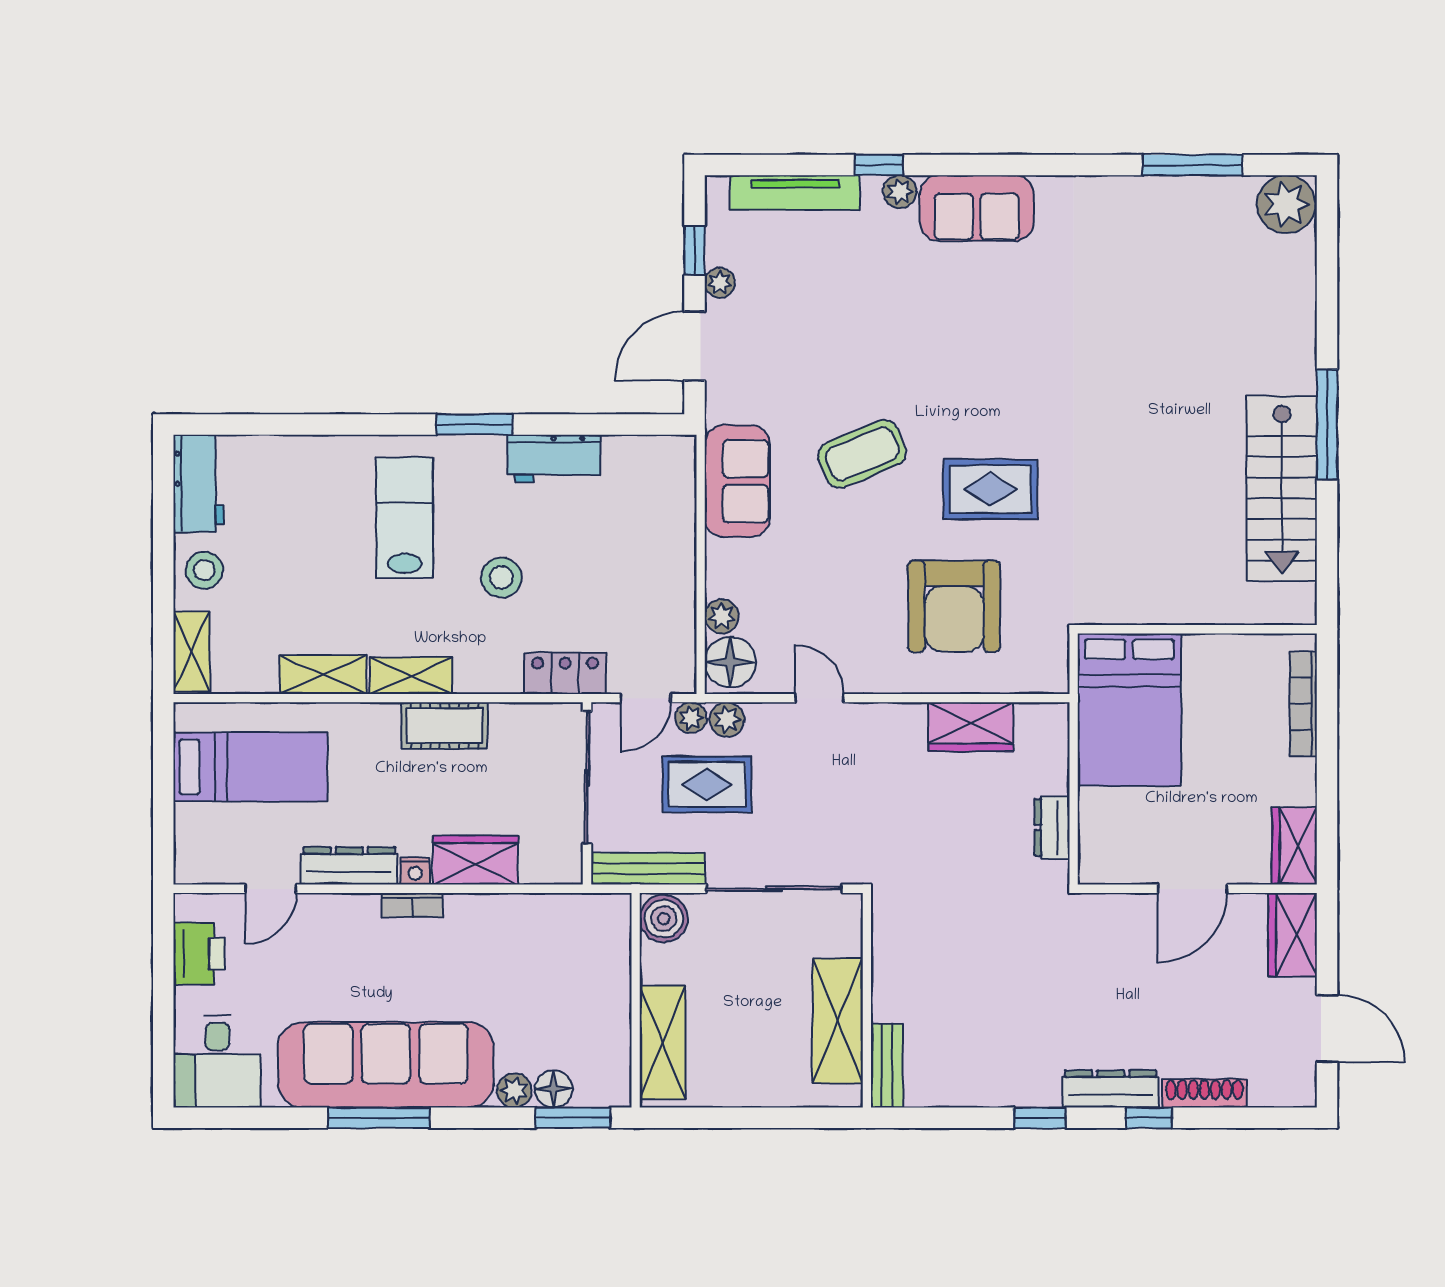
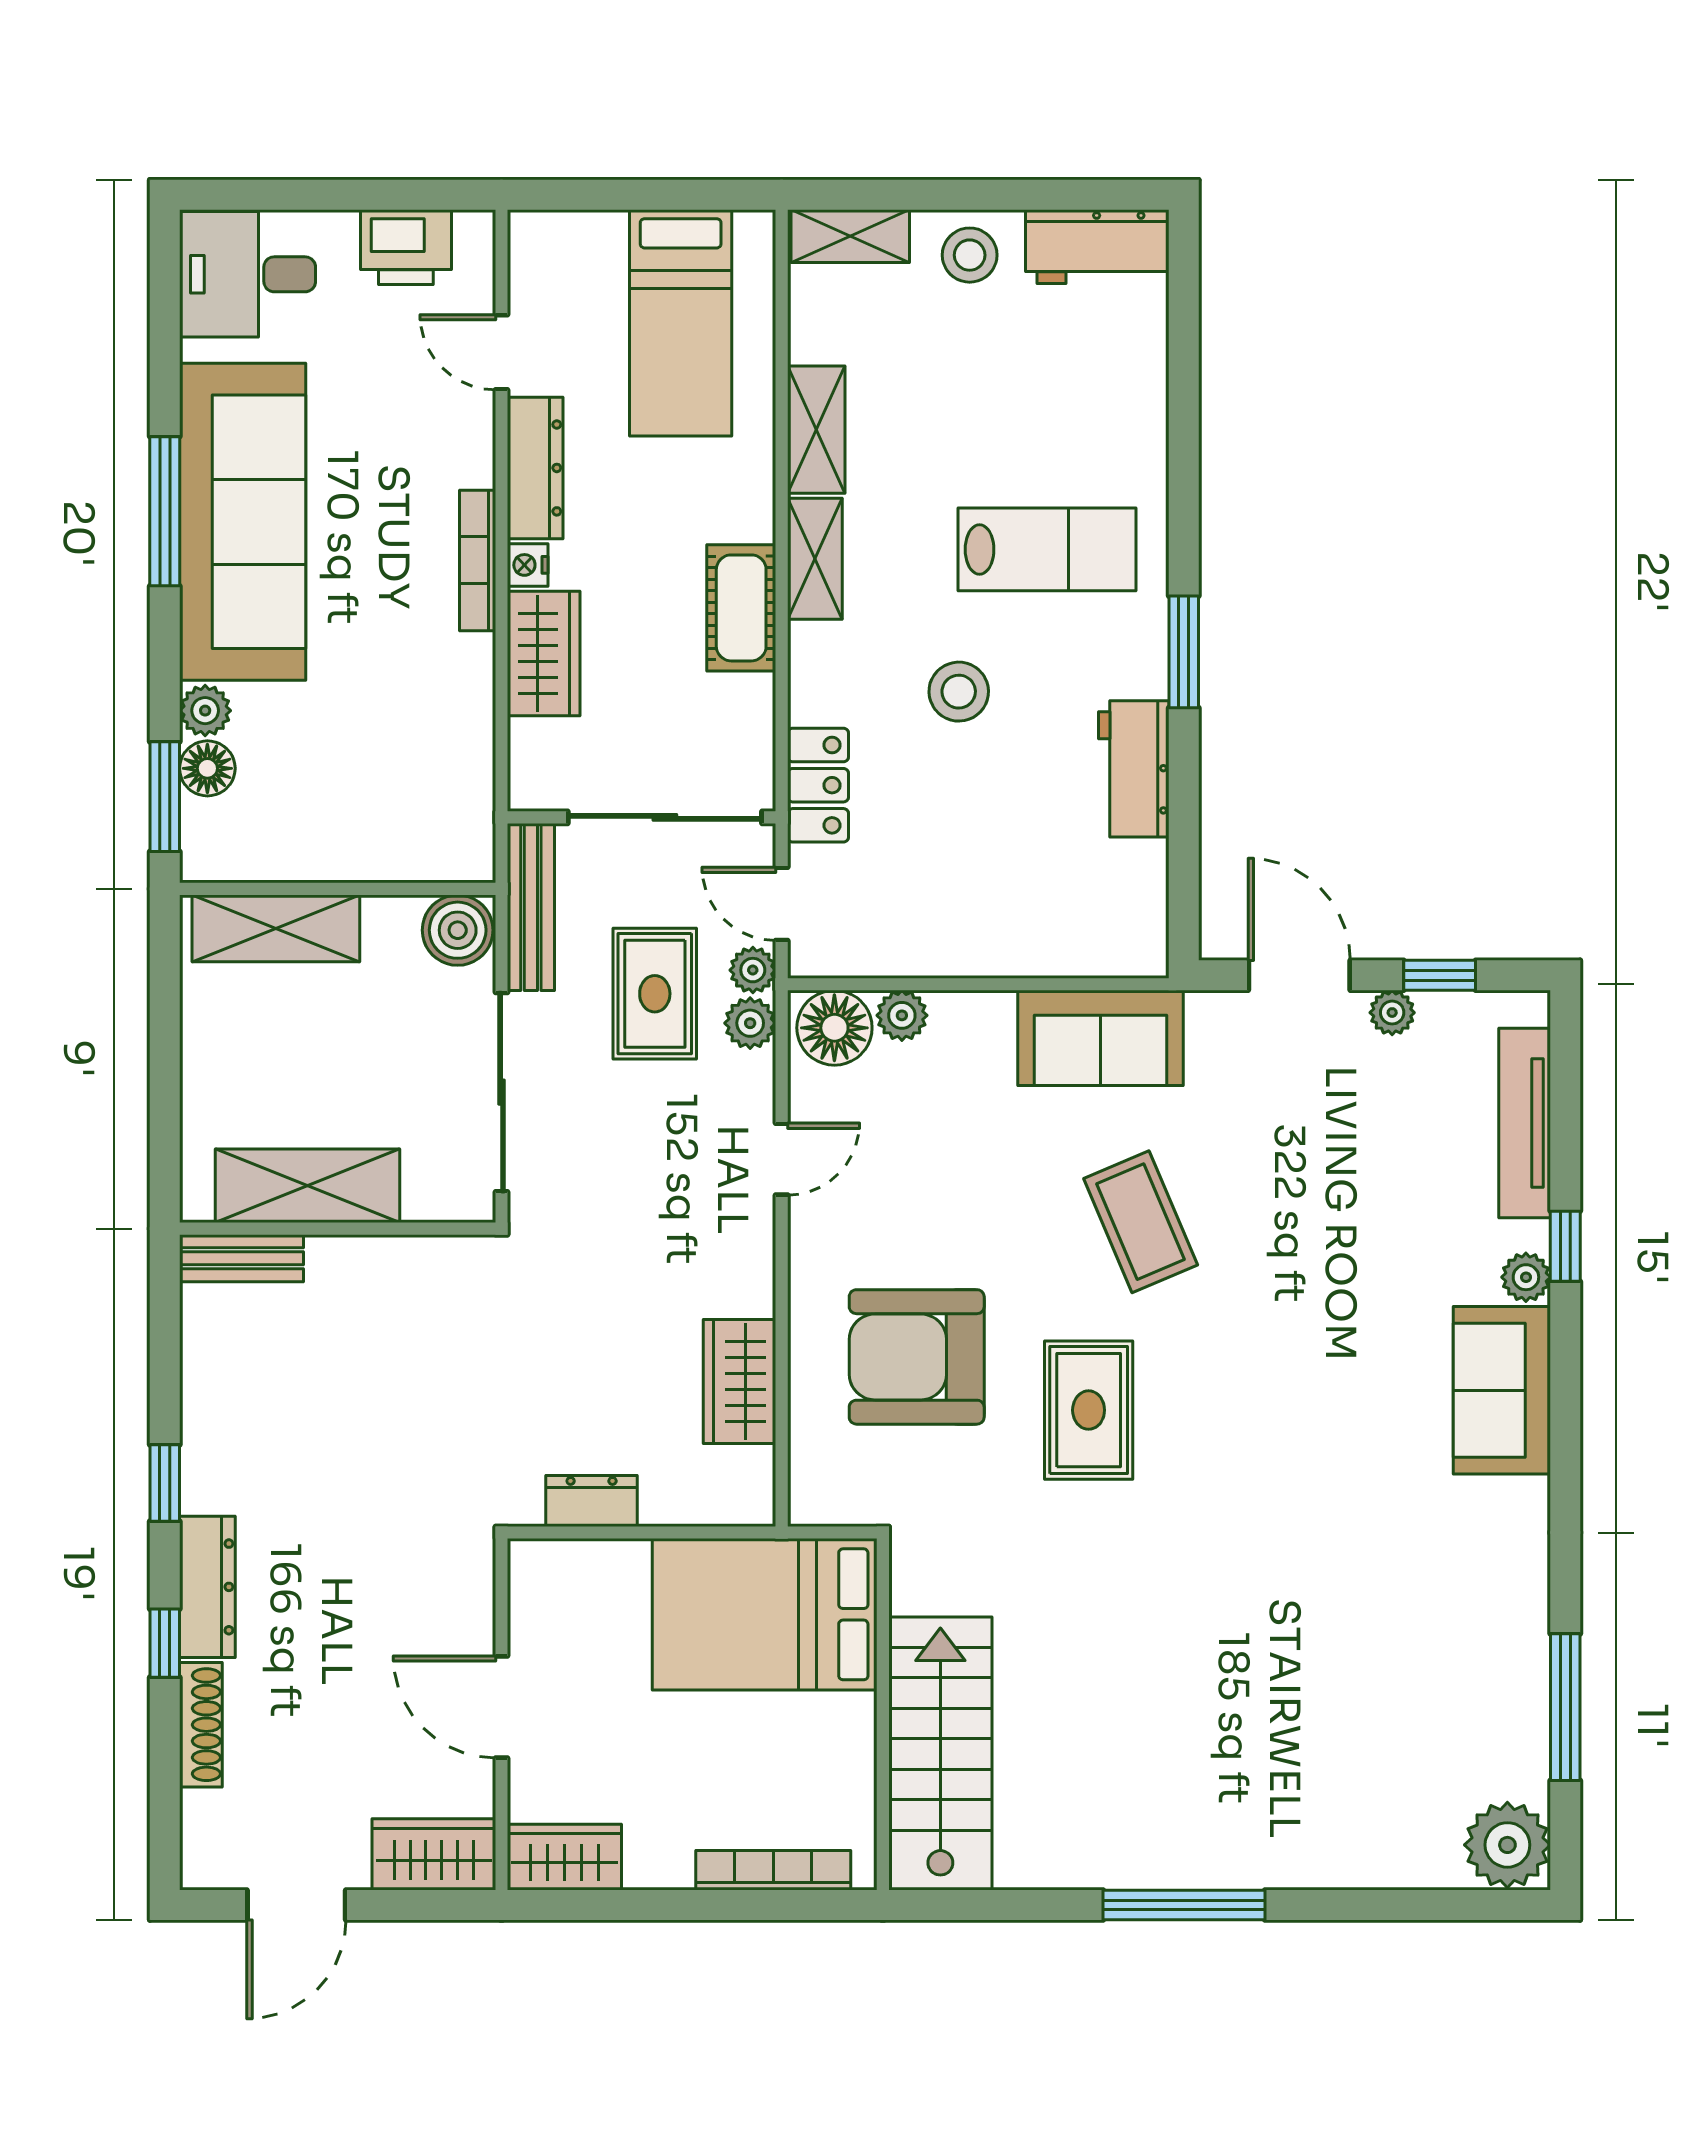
stairs: (1282, 488) -> (940, 1754), moved, turned 90
bookcase: (412, 905) -> (478, 560), width x1.56

